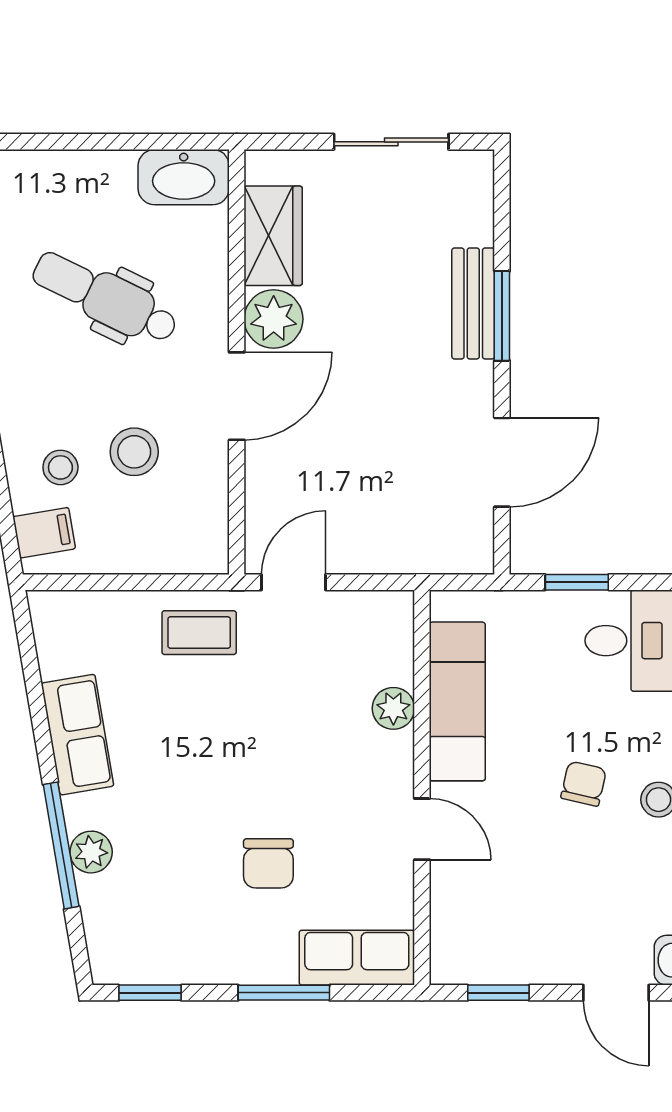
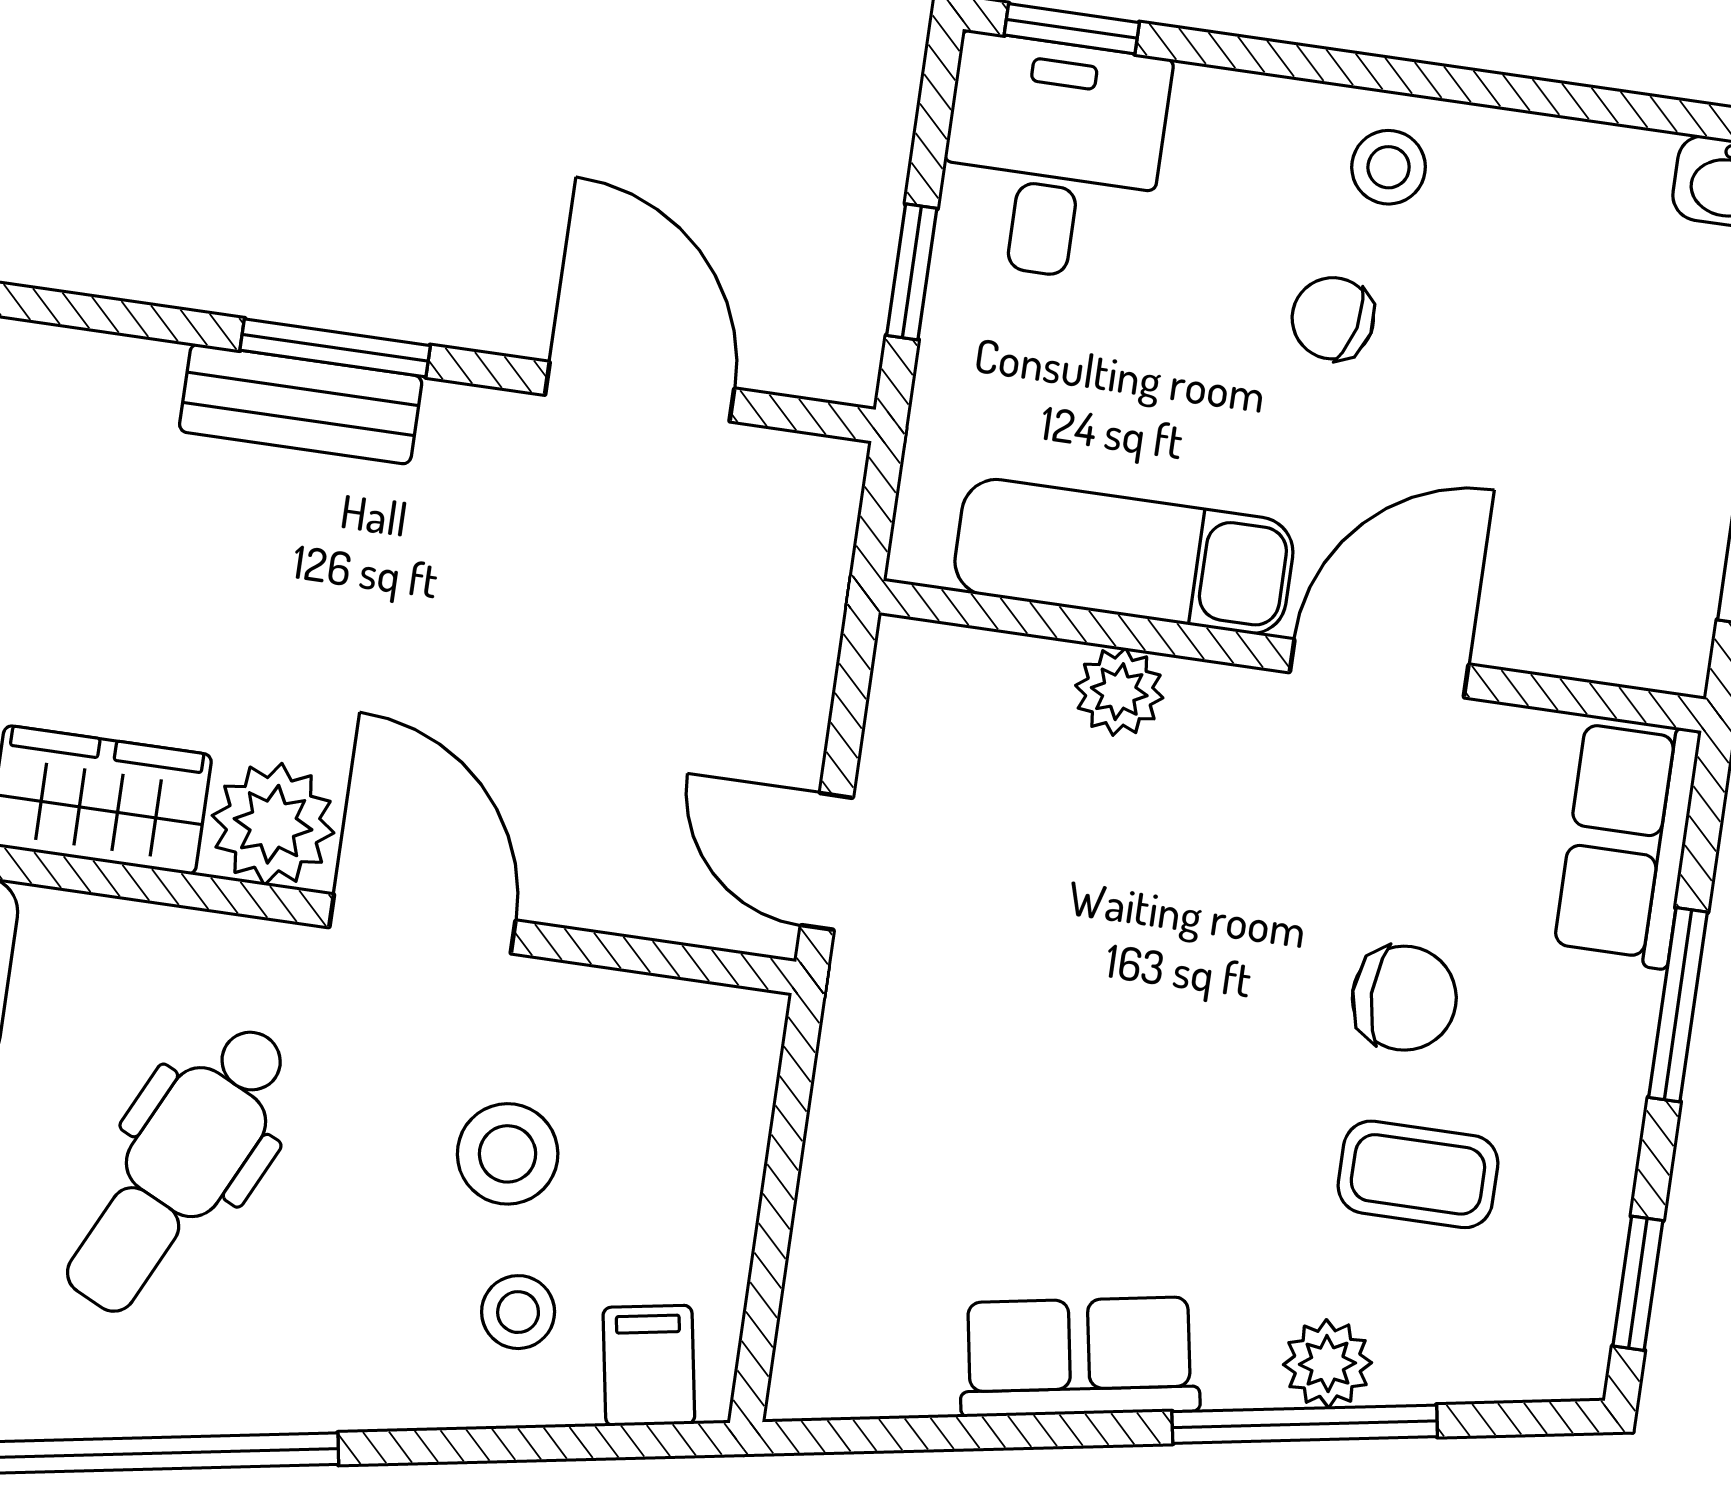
coffee table: (199, 633) -> (1418, 1174), moved, turned 90
door: (422, 829) -> (1379, 668), width x1.38

